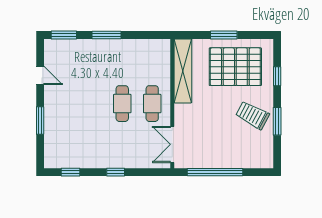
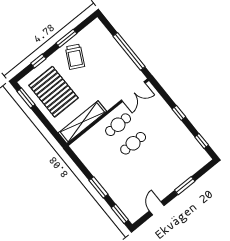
window: (224, 35) -> (26, 98), moved

